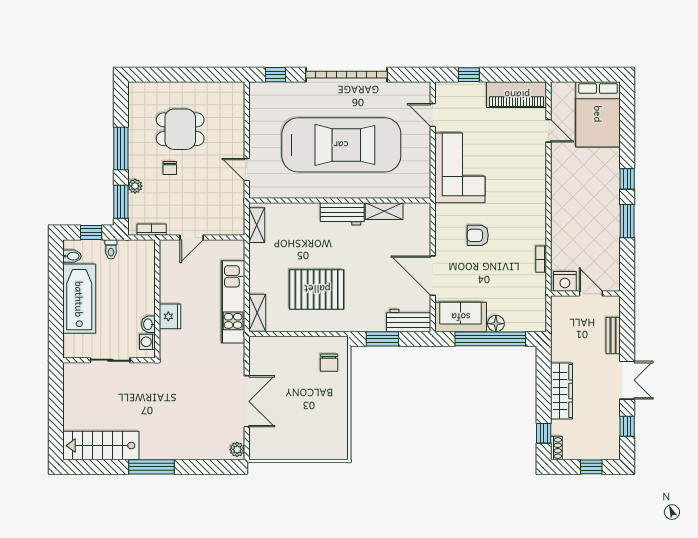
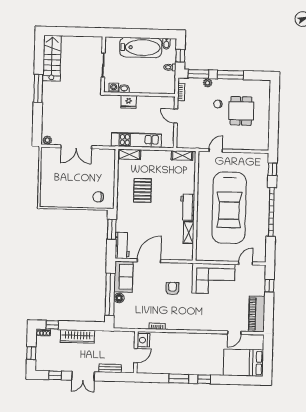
pallet: (317, 289) -> (142, 191), width x0.73, depth x0.71

